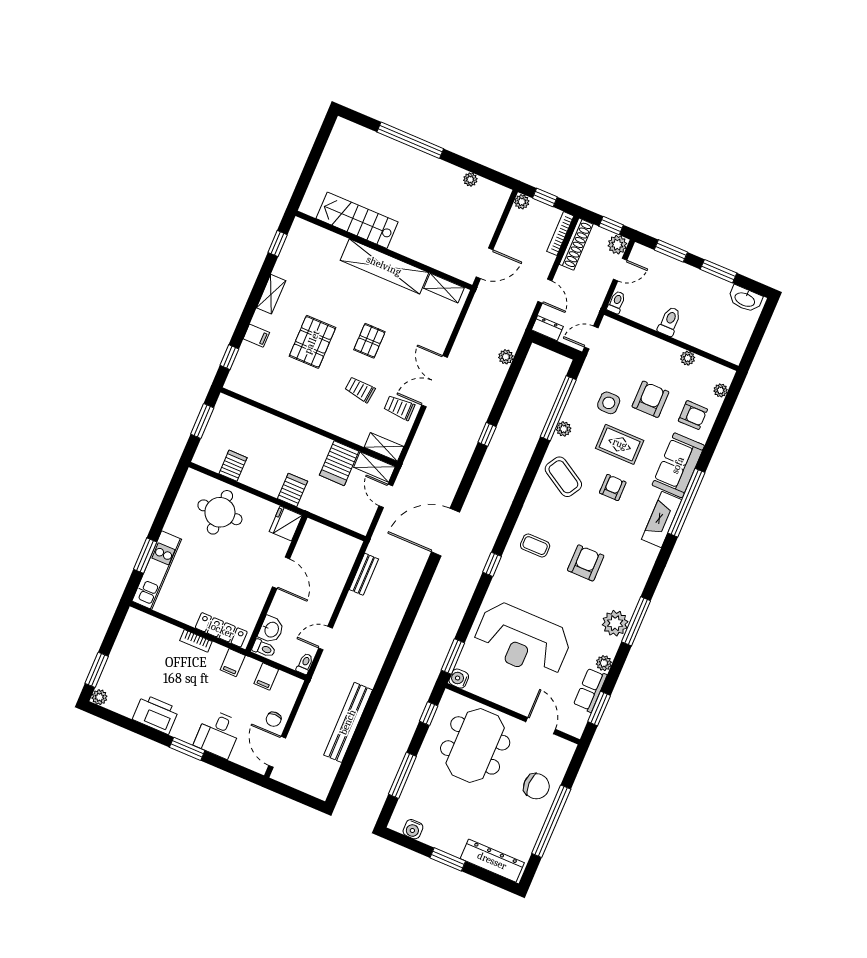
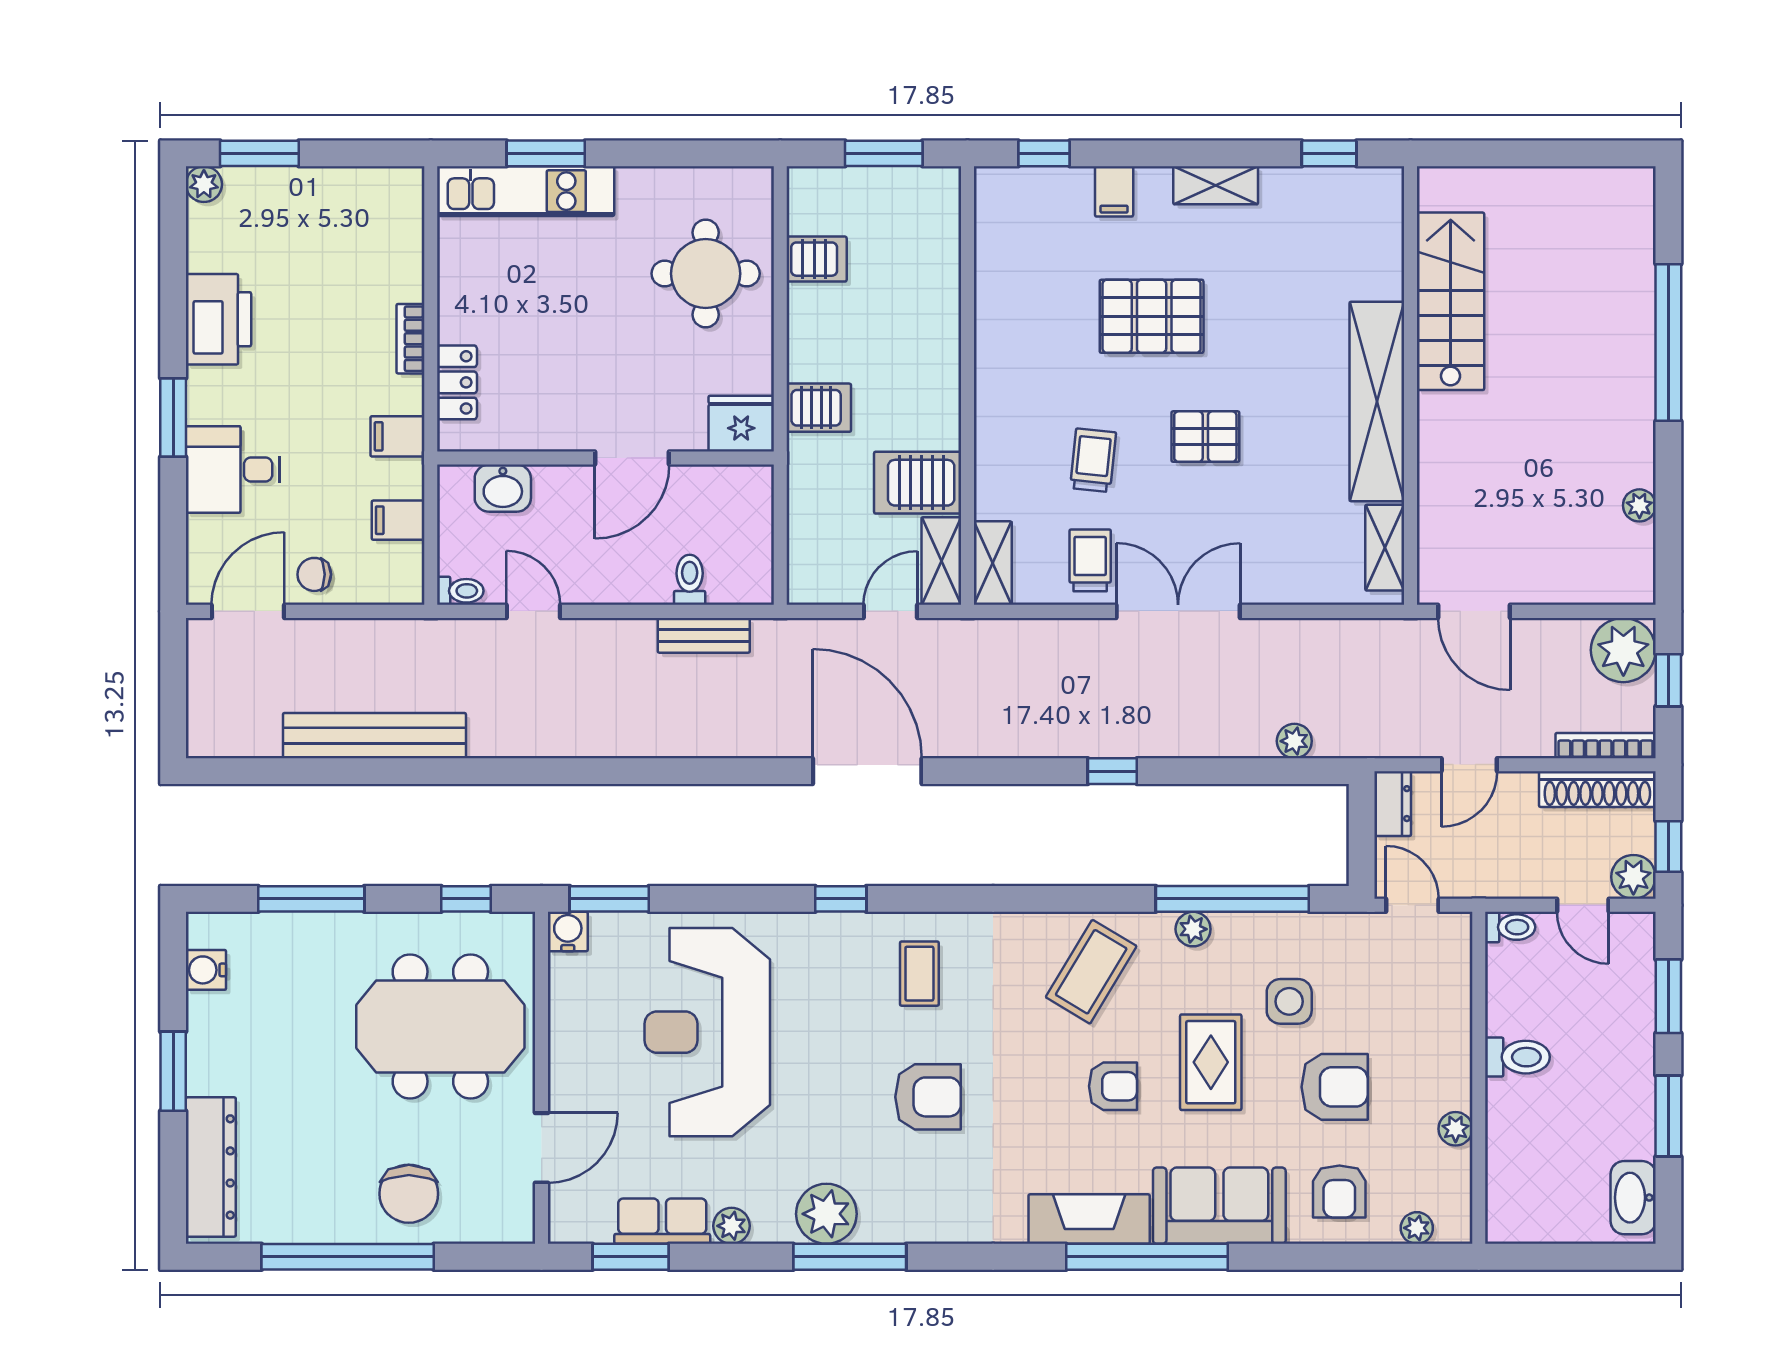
plant: (522, 202) -> (1623, 650), width x1.87, depth x1.87
locker: (221, 630) -> (457, 382), width x0.66
toilet: (264, 648) -> (690, 580), moved, turned 180

